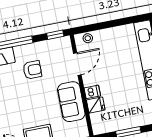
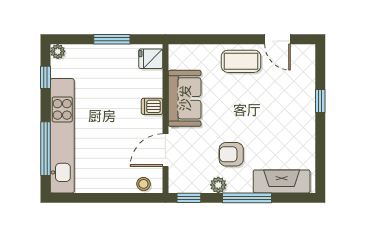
plant: (37, 47) -> (218, 185), added
fridge: (96, 105) -> (151, 59), moved

